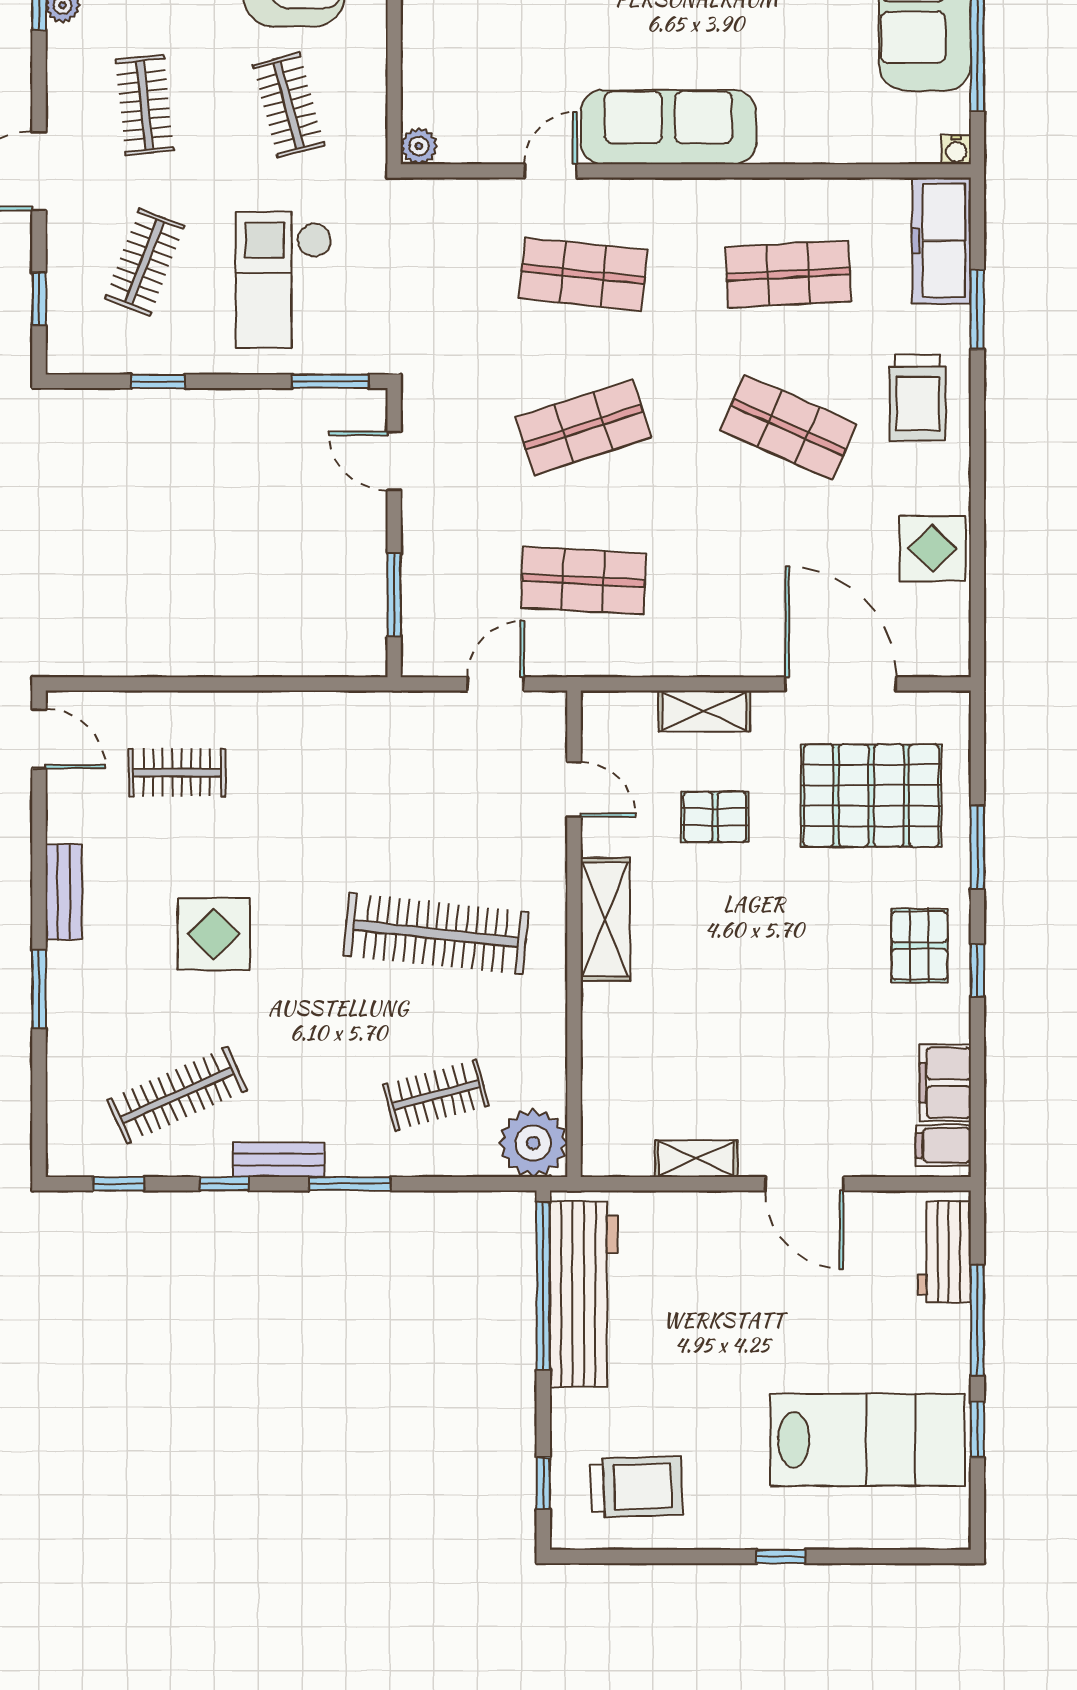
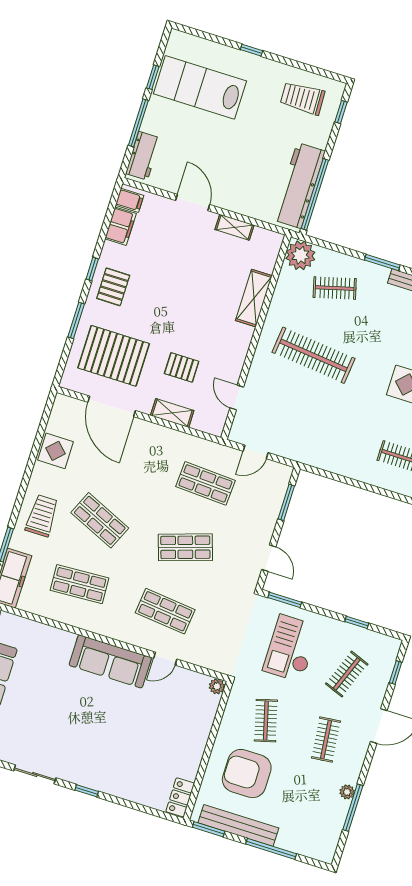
checkout: (284, 280) -> (291, 648), turned 180
shelving: (605, 919) -> (254, 298), moved

